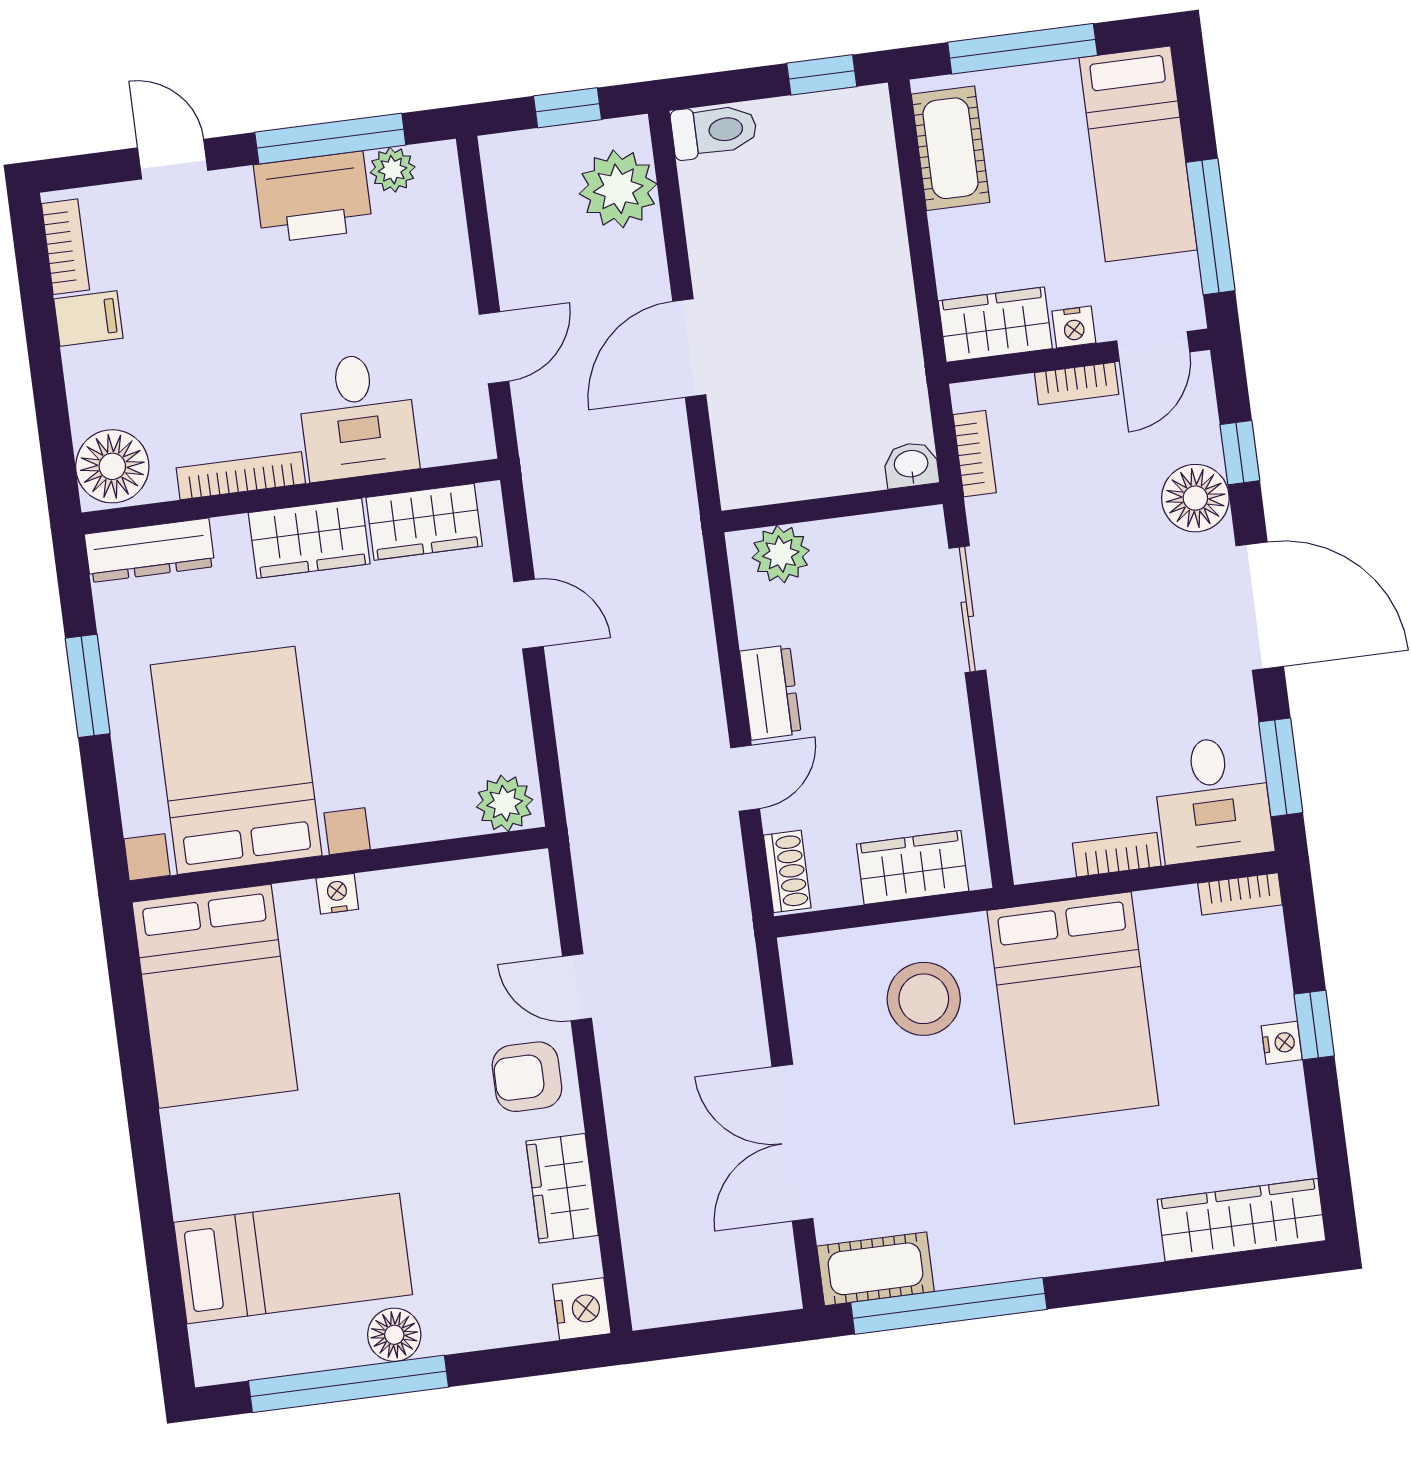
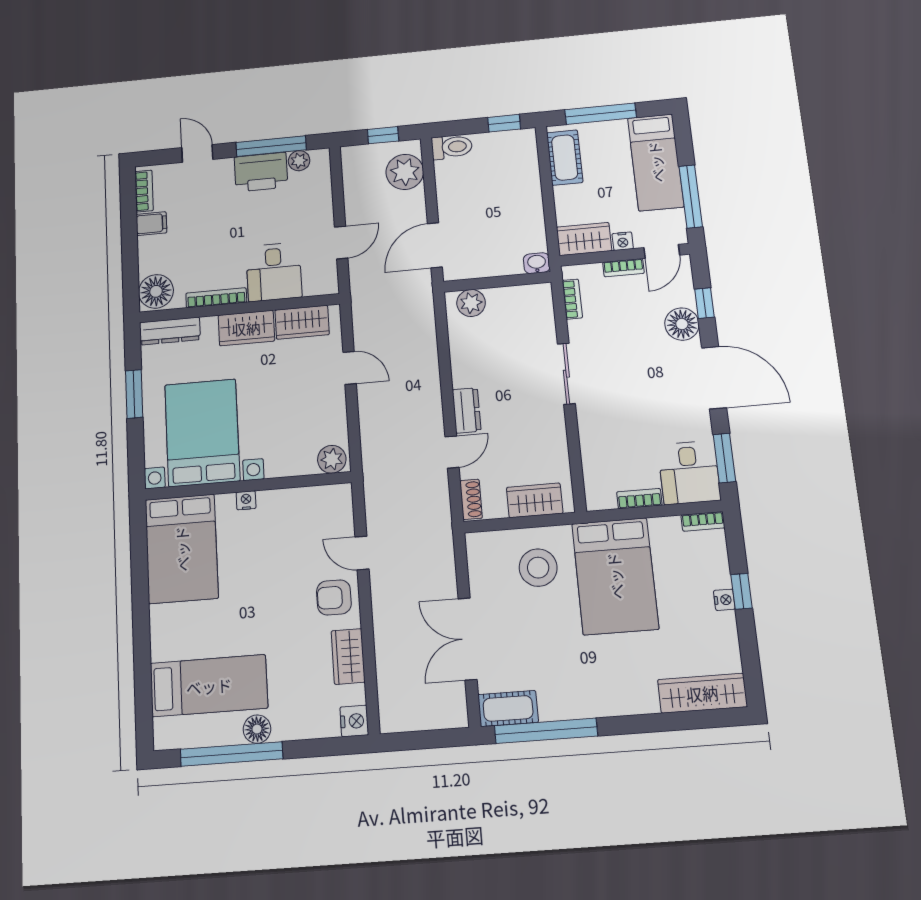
washbasin: (911, 465) -> (537, 263), moved
wall: (832, 507) -> (497, 282), moved
plant: (781, 554) -> (471, 303), moved

